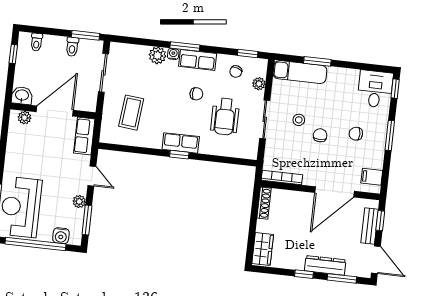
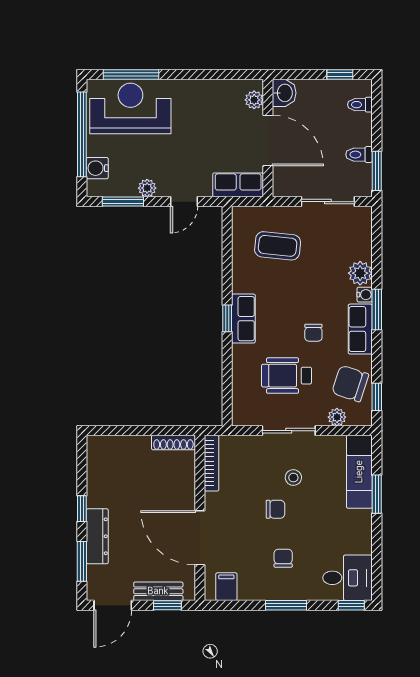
chair: (236, 71) -> (350, 384), width x1.87, depth x1.87
wardrobe: (263, 249) -> (110, 448), removed

